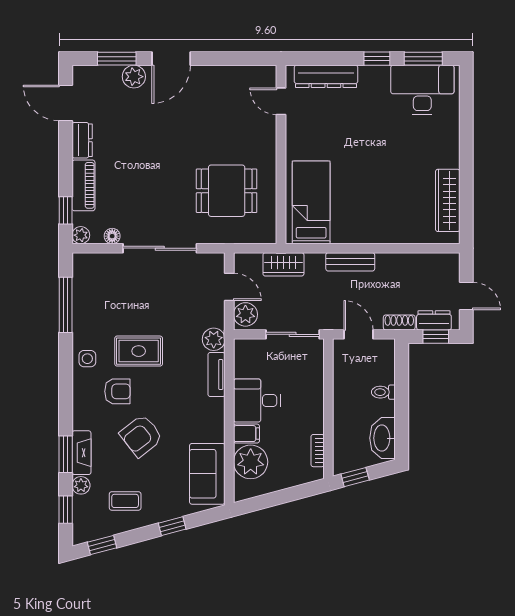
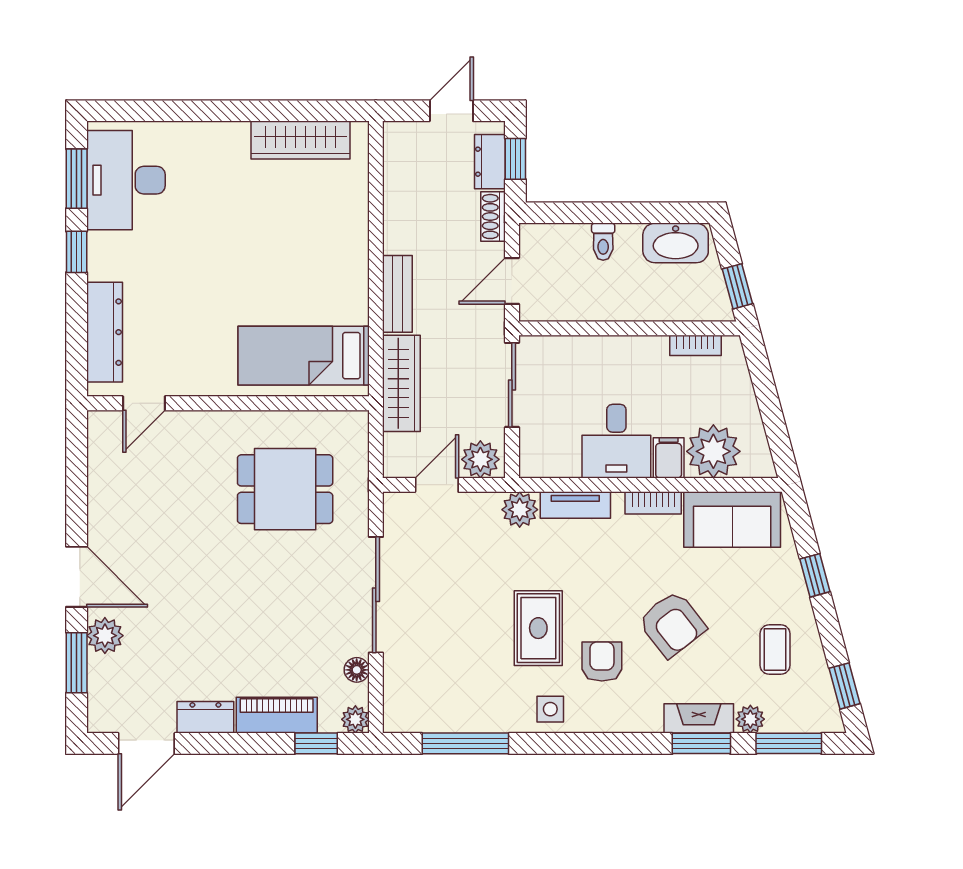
dining table: (227, 191) -> (285, 489), turned 90
wardrobe: (283, 264) -> (401, 383), width x1.50
bookcase: (218, 424) -> (653, 503), added
window: (66, 510) -> (789, 743), width x1.50

